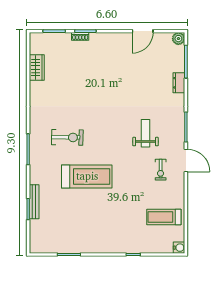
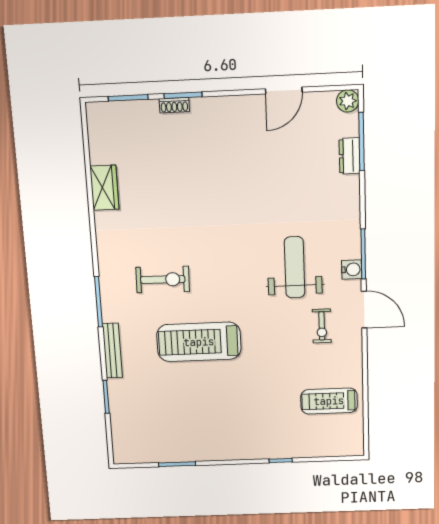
wardrobe: (37, 68) -> (104, 188), moved
dresser: (179, 83) -> (350, 156), moved
weight bench: (146, 133) -> (295, 267), width x1.36, depth x1.33
treadmill: (87, 176) -> (199, 342), turned 180
bench: (34, 202) -> (112, 351), moved
water cooler: (179, 248) -> (352, 269), moved

